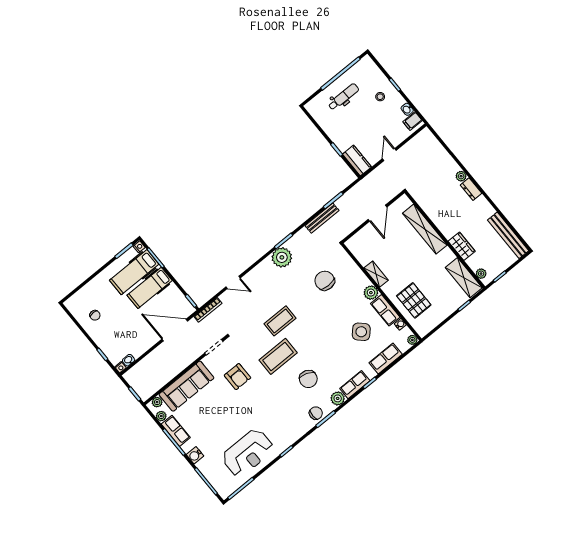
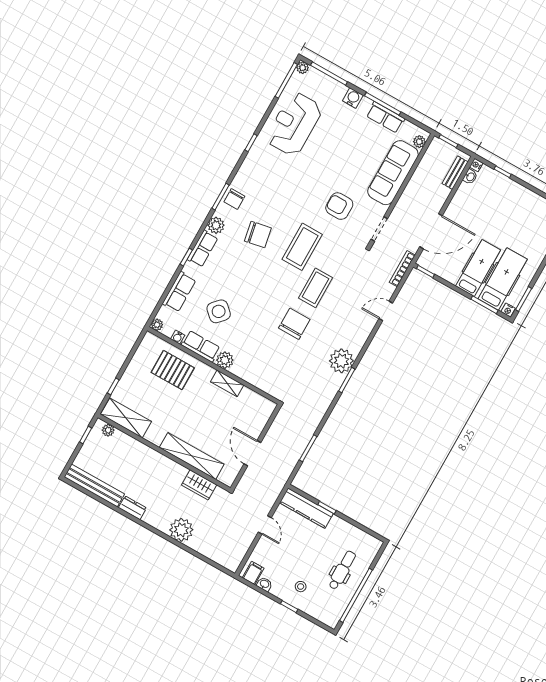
dental chair: (344, 97) -> (342, 570), turned 180
kitchen counter: (357, 161) -> (306, 508), width x1.50
plant: (461, 176) -> (181, 530), width x1.88, depth x1.88
dresser: (471, 189) -> (132, 508), moved
bench: (322, 218) -> (455, 173), moved, width x0.73
wardrobe: (462, 246) -> (199, 485), moved
chair: (325, 281) -> (294, 324), moved, turned -90
chair: (95, 315) -> (528, 213), removed
chair: (308, 379) -> (258, 235), turned 149
plant: (161, 416) -> (303, 68), moved

